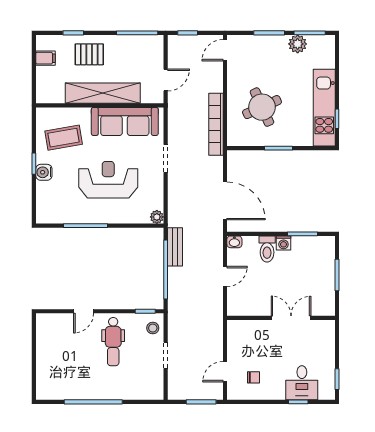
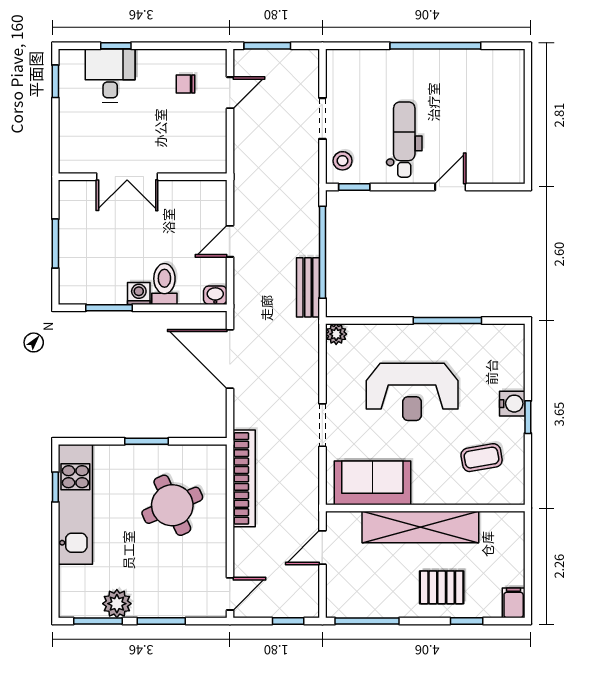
filing cabinet: (45, 58) -> (514, 603), moved, turned 90
sofa: (125, 121) -> (372, 483), width x0.73
coffee table: (64, 138) -> (482, 458), width x0.73, depth x0.77

